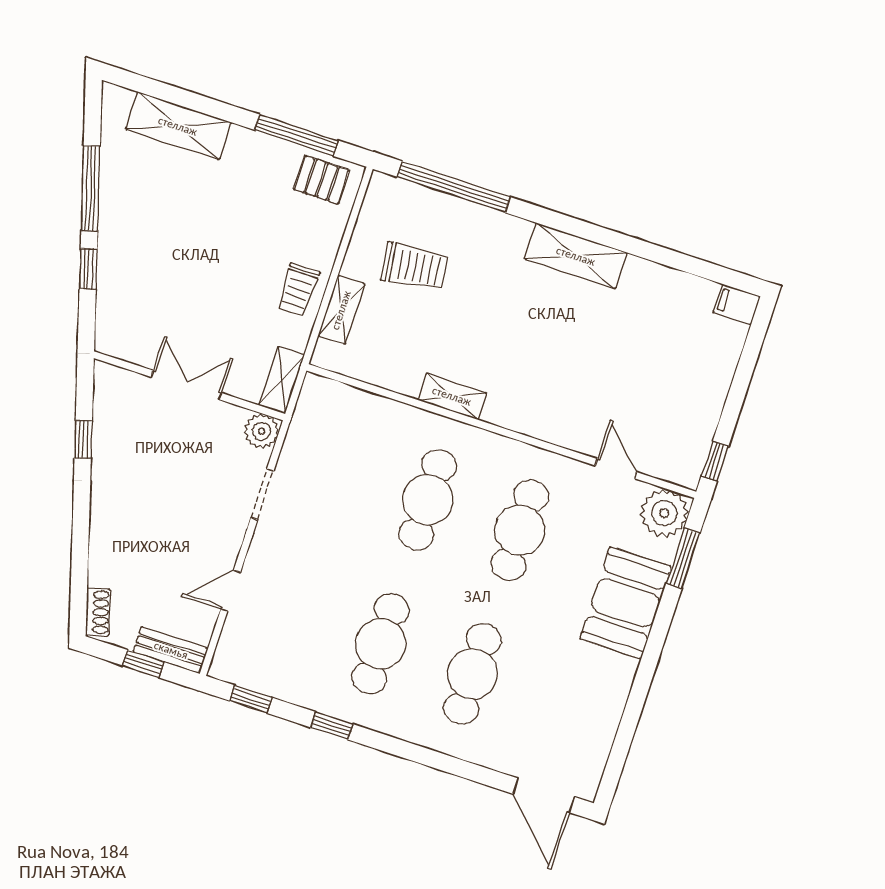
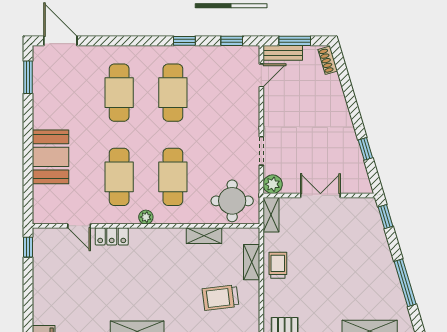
window: (88, 269) -> (385, 217), moved
double door: (186, 385) -> (320, 196), swing flipped
shelving: (452, 396) -> (204, 236), moved
round table: (340, 426) -> (232, 201), added
locker: (566, 432) -> (112, 236), added
plant: (664, 513) -> (146, 217), moved, width x0.53, depth x0.53
window: (683, 558) -> (28, 77), moved
door: (231, 591) -> (261, 75), moved
window: (143, 664) -> (295, 41), width x1.50

